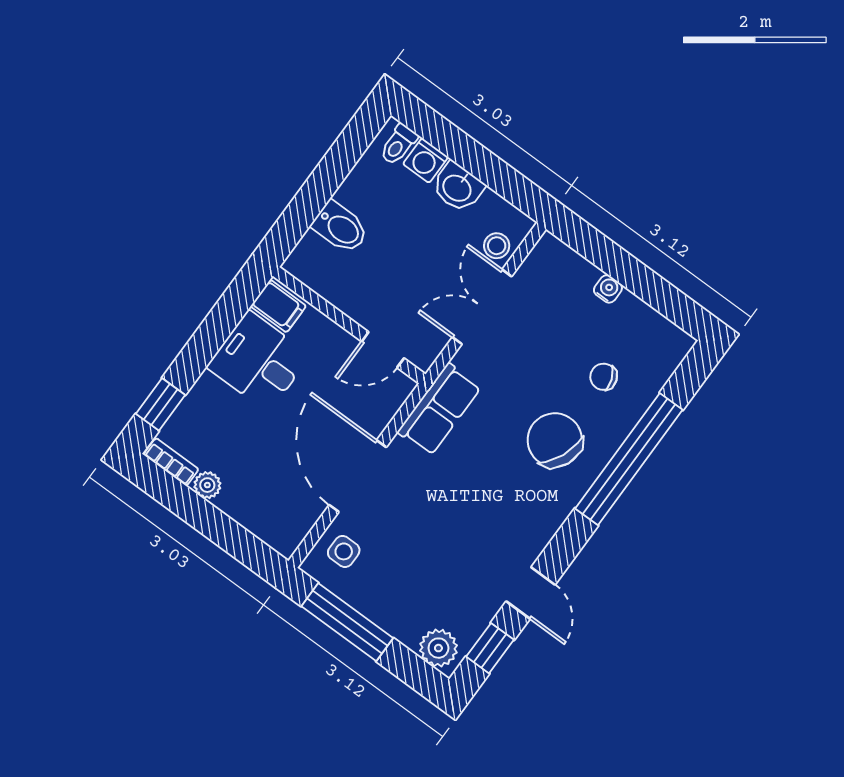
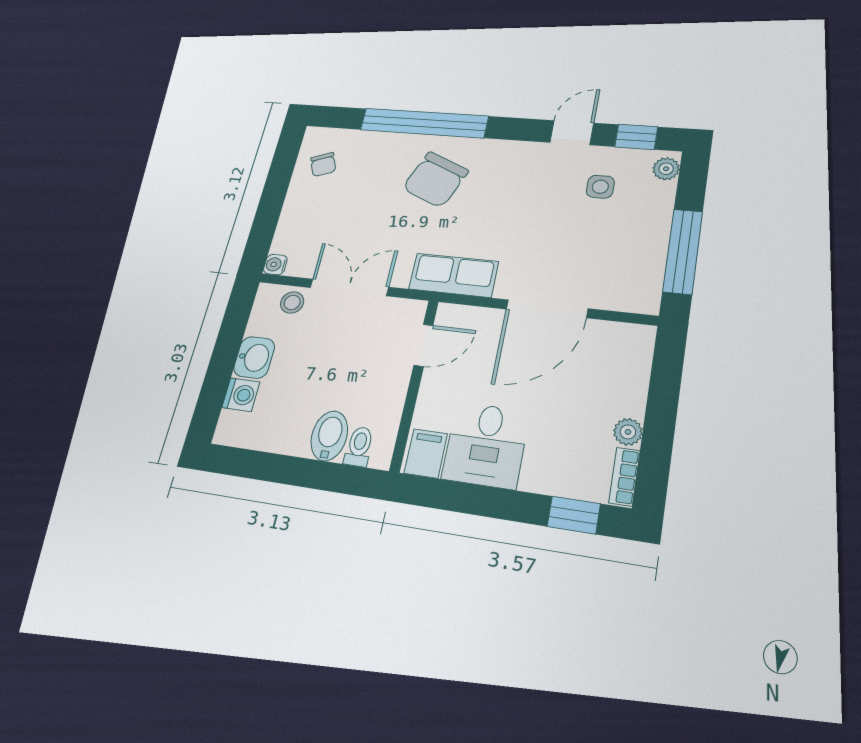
toilet: (398, 145) -> (359, 447), moved, turned -90
water cooler: (608, 289) -> (275, 265), moved
double door: (482, 307) -> (349, 287), swing flipped
door: (383, 350) -> (423, 345), hinge flipped
chair: (604, 377) -> (323, 165), moved
side table: (344, 551) -> (600, 187), moved
plant: (438, 648) -> (666, 169), width x0.73, depth x0.73

